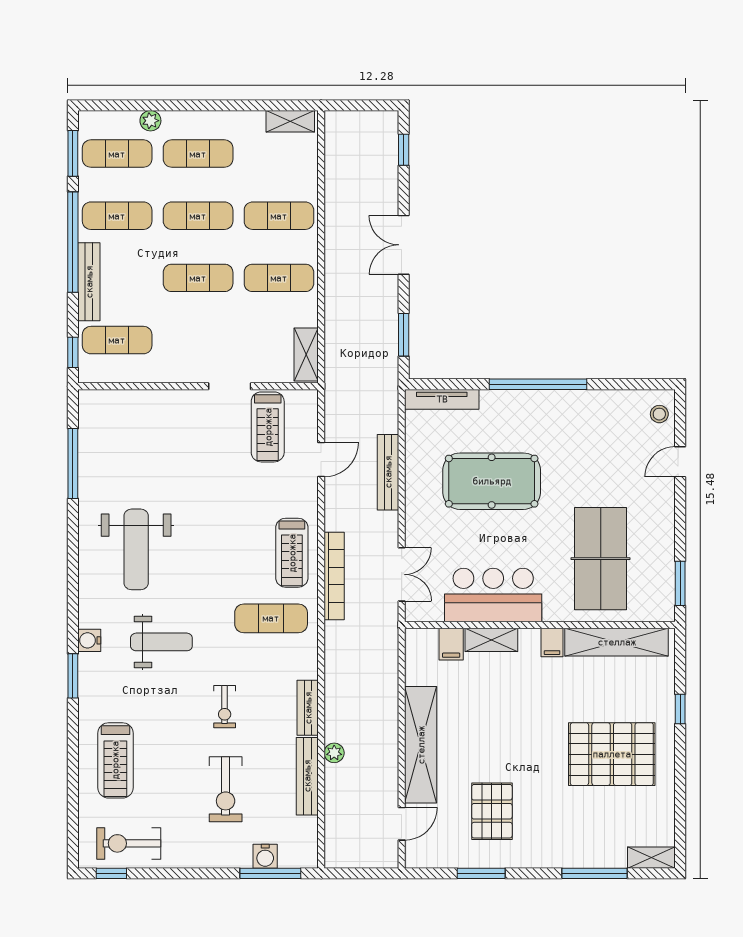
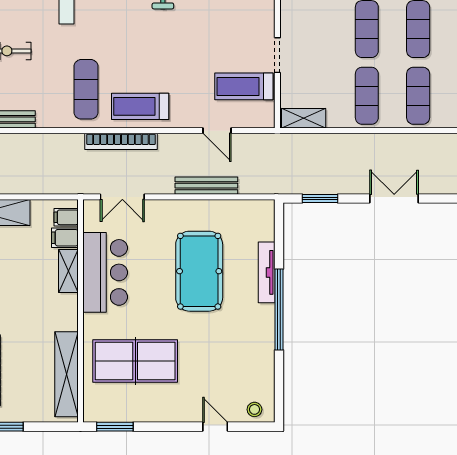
tv unit: (442, 399) -> (267, 272), moved
filing cabinet: (552, 642) -> (66, 217), moved

